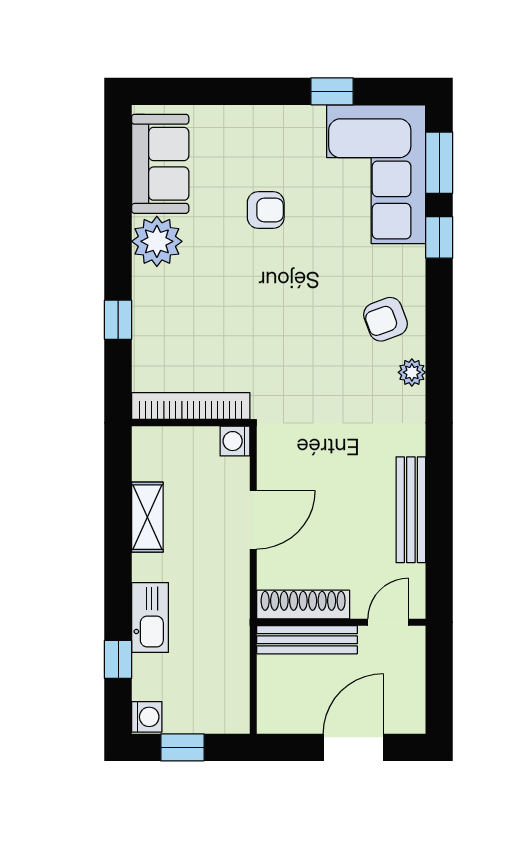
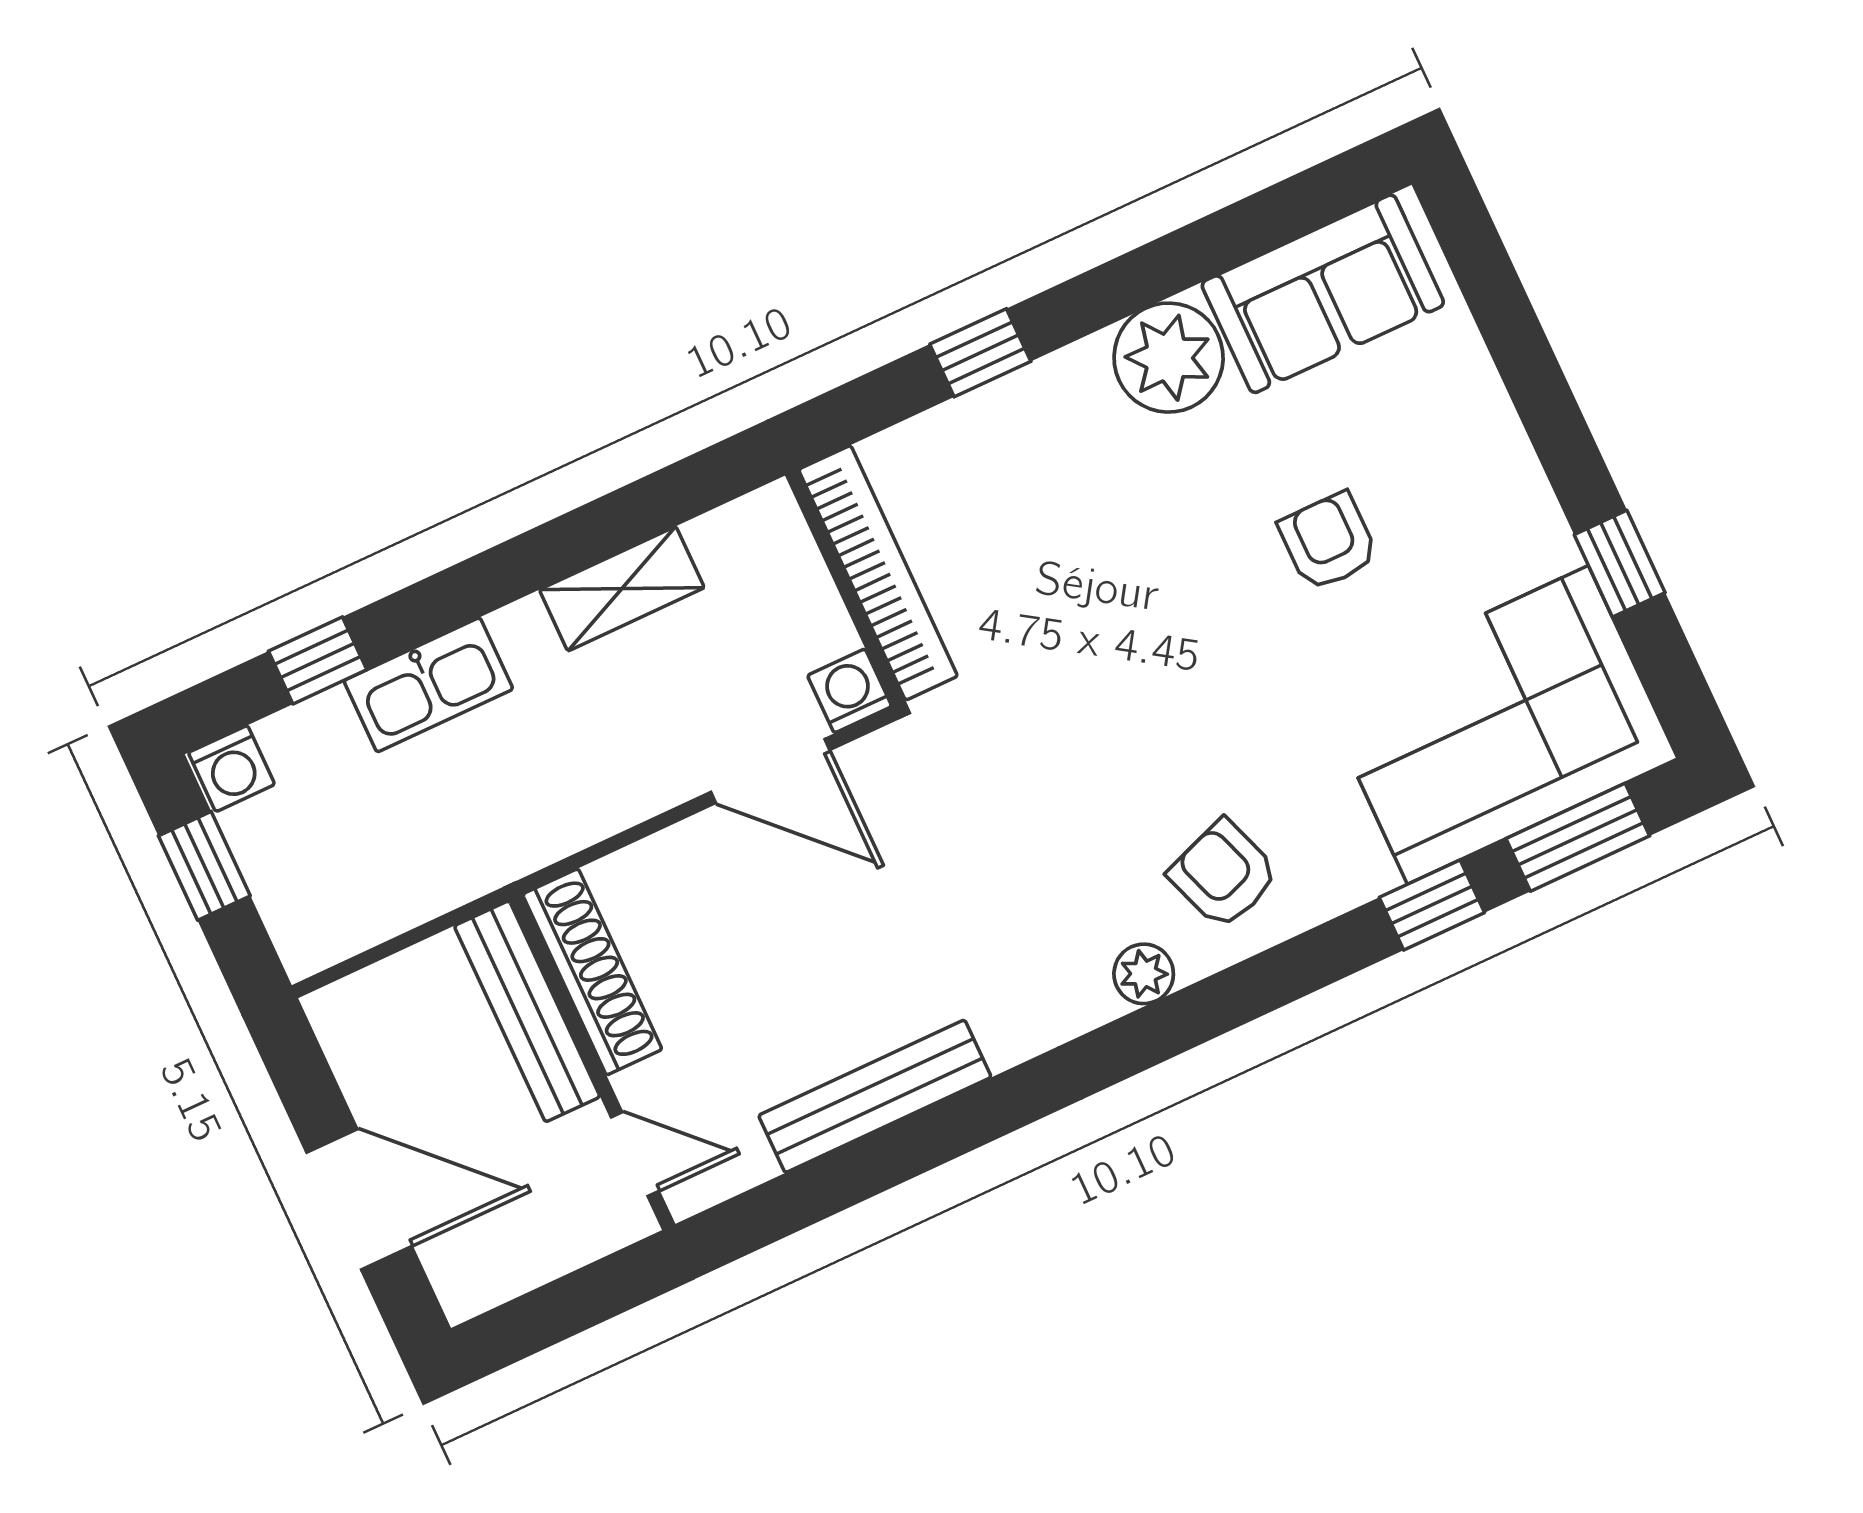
armchair: (266, 210) -> (1328, 542), turned 180
door: (253, 520) -> (770, 771), moved

